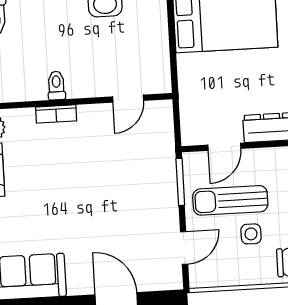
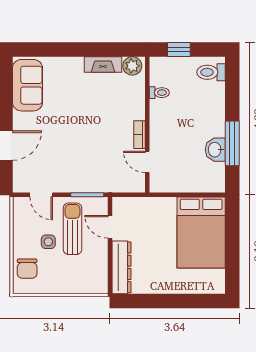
toilet: (56, 85) -> (159, 93), moved
bookcase: (56, 114) -> (139, 135), moved

